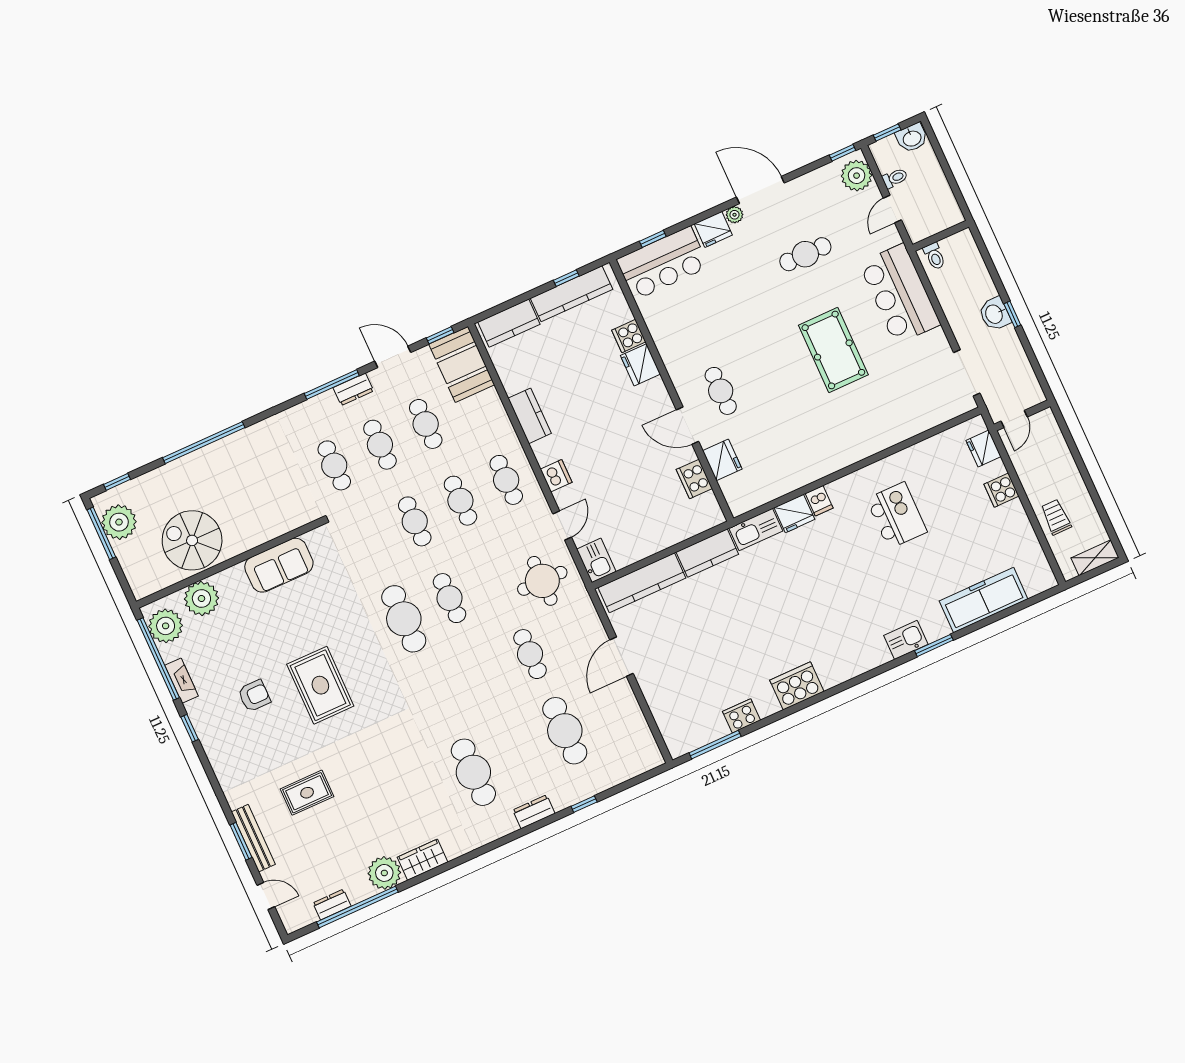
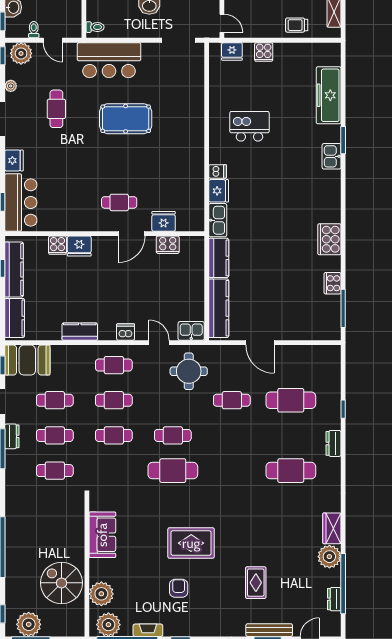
plant: (735, 215) -> (11, 86), moved
spiral stairs: (192, 540) -> (62, 583), turned 90

